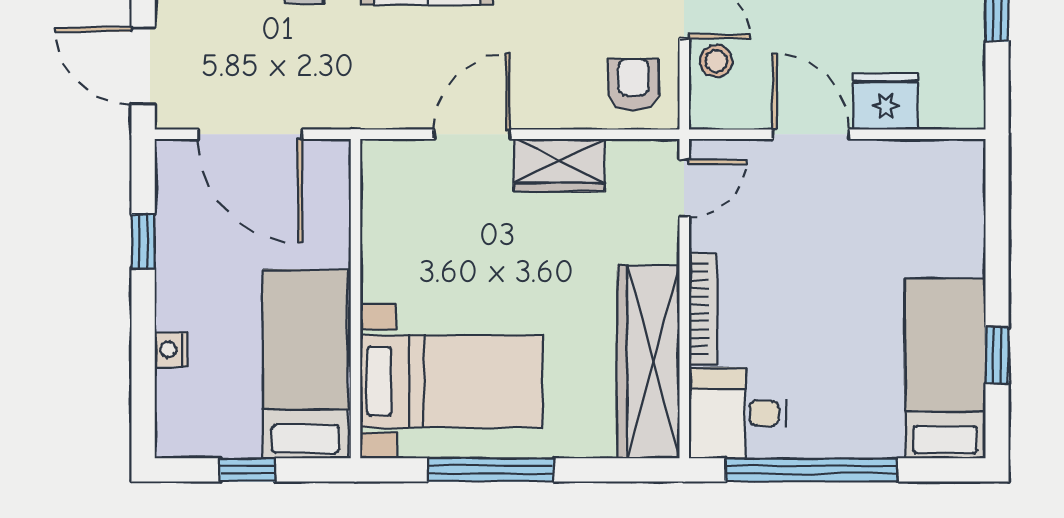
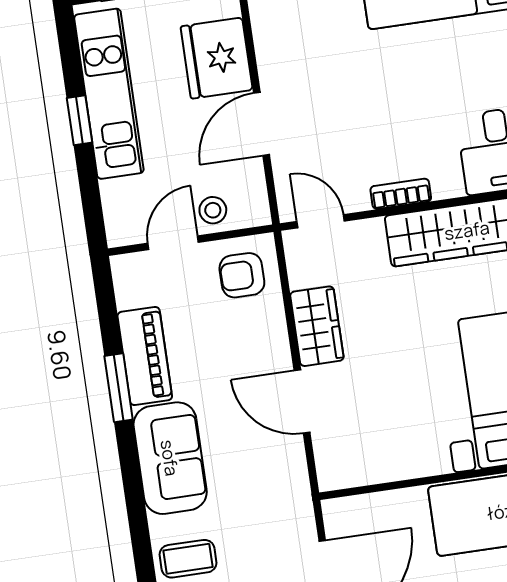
fridge: (886, 102) -> (217, 58), width x1.36, depth x1.34
bookcase: (703, 309) -> (401, 194), width x0.64

